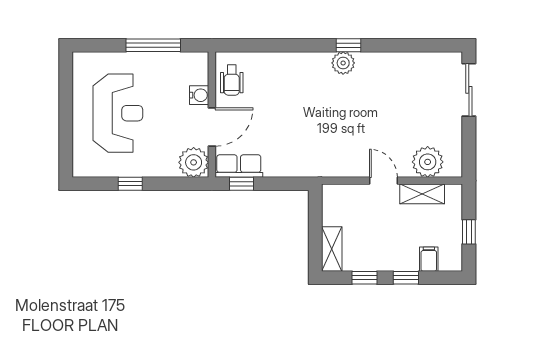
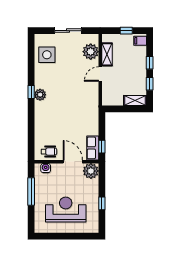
side table: (421, 76) -> (47, 55), added
sliding door: (469, 90) -> (68, 31), moved
water cooler: (199, 95) -> (46, 168), moved
filing cabinet: (429, 259) -> (140, 41), moved

